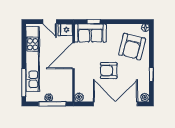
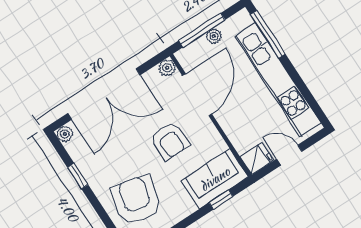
door: (73, 56) -> (197, 95), moved
armchair: (109, 71) -> (170, 141), moved, turned 90

